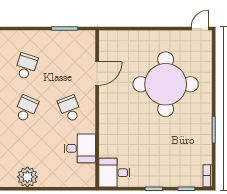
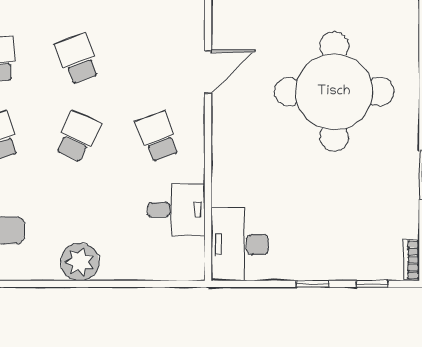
school desk: (26, 66) -> (78, 59), turned -39
desk: (114, 173) -> (240, 244), width x1.37

